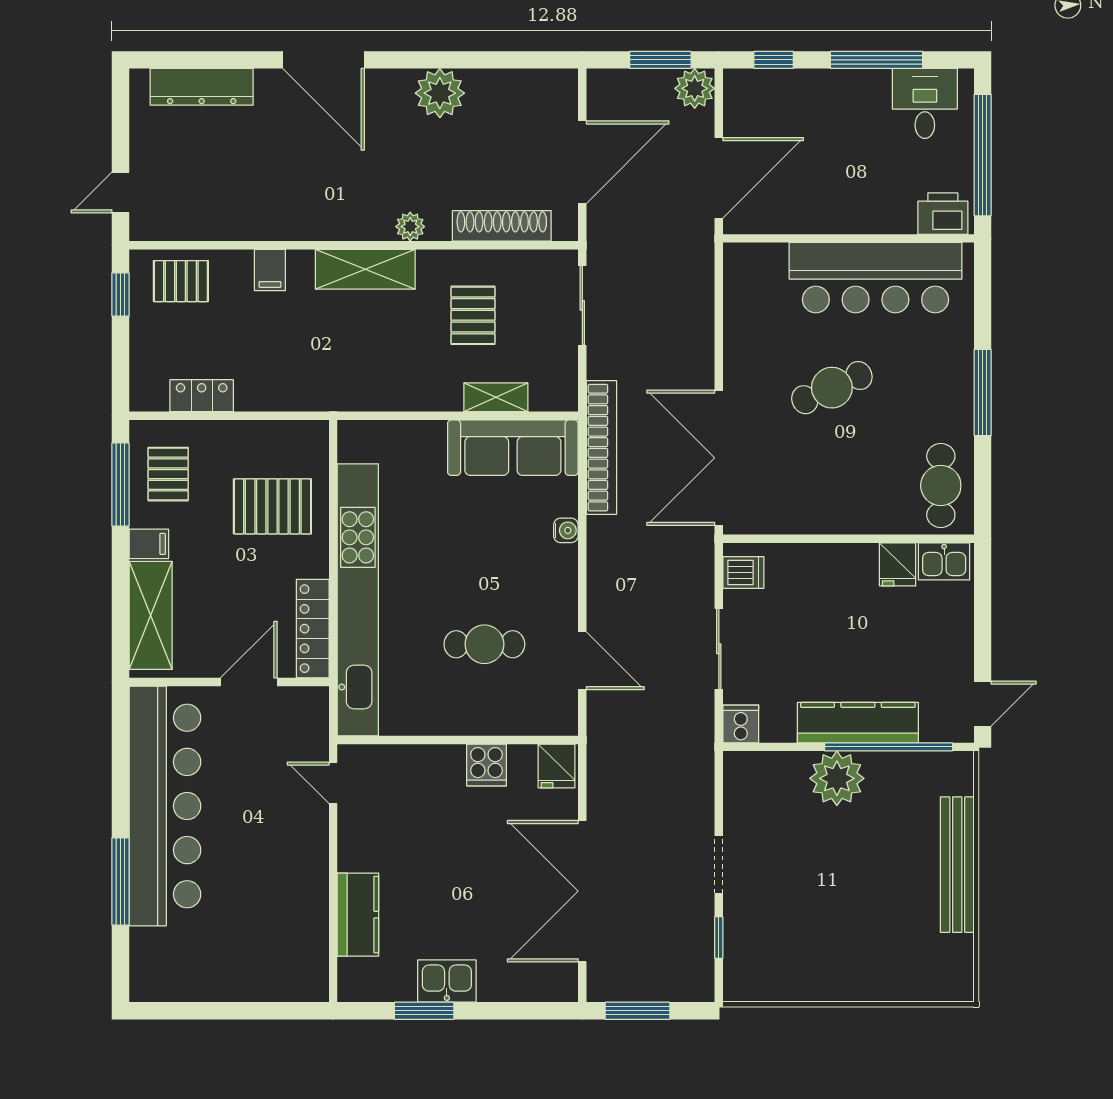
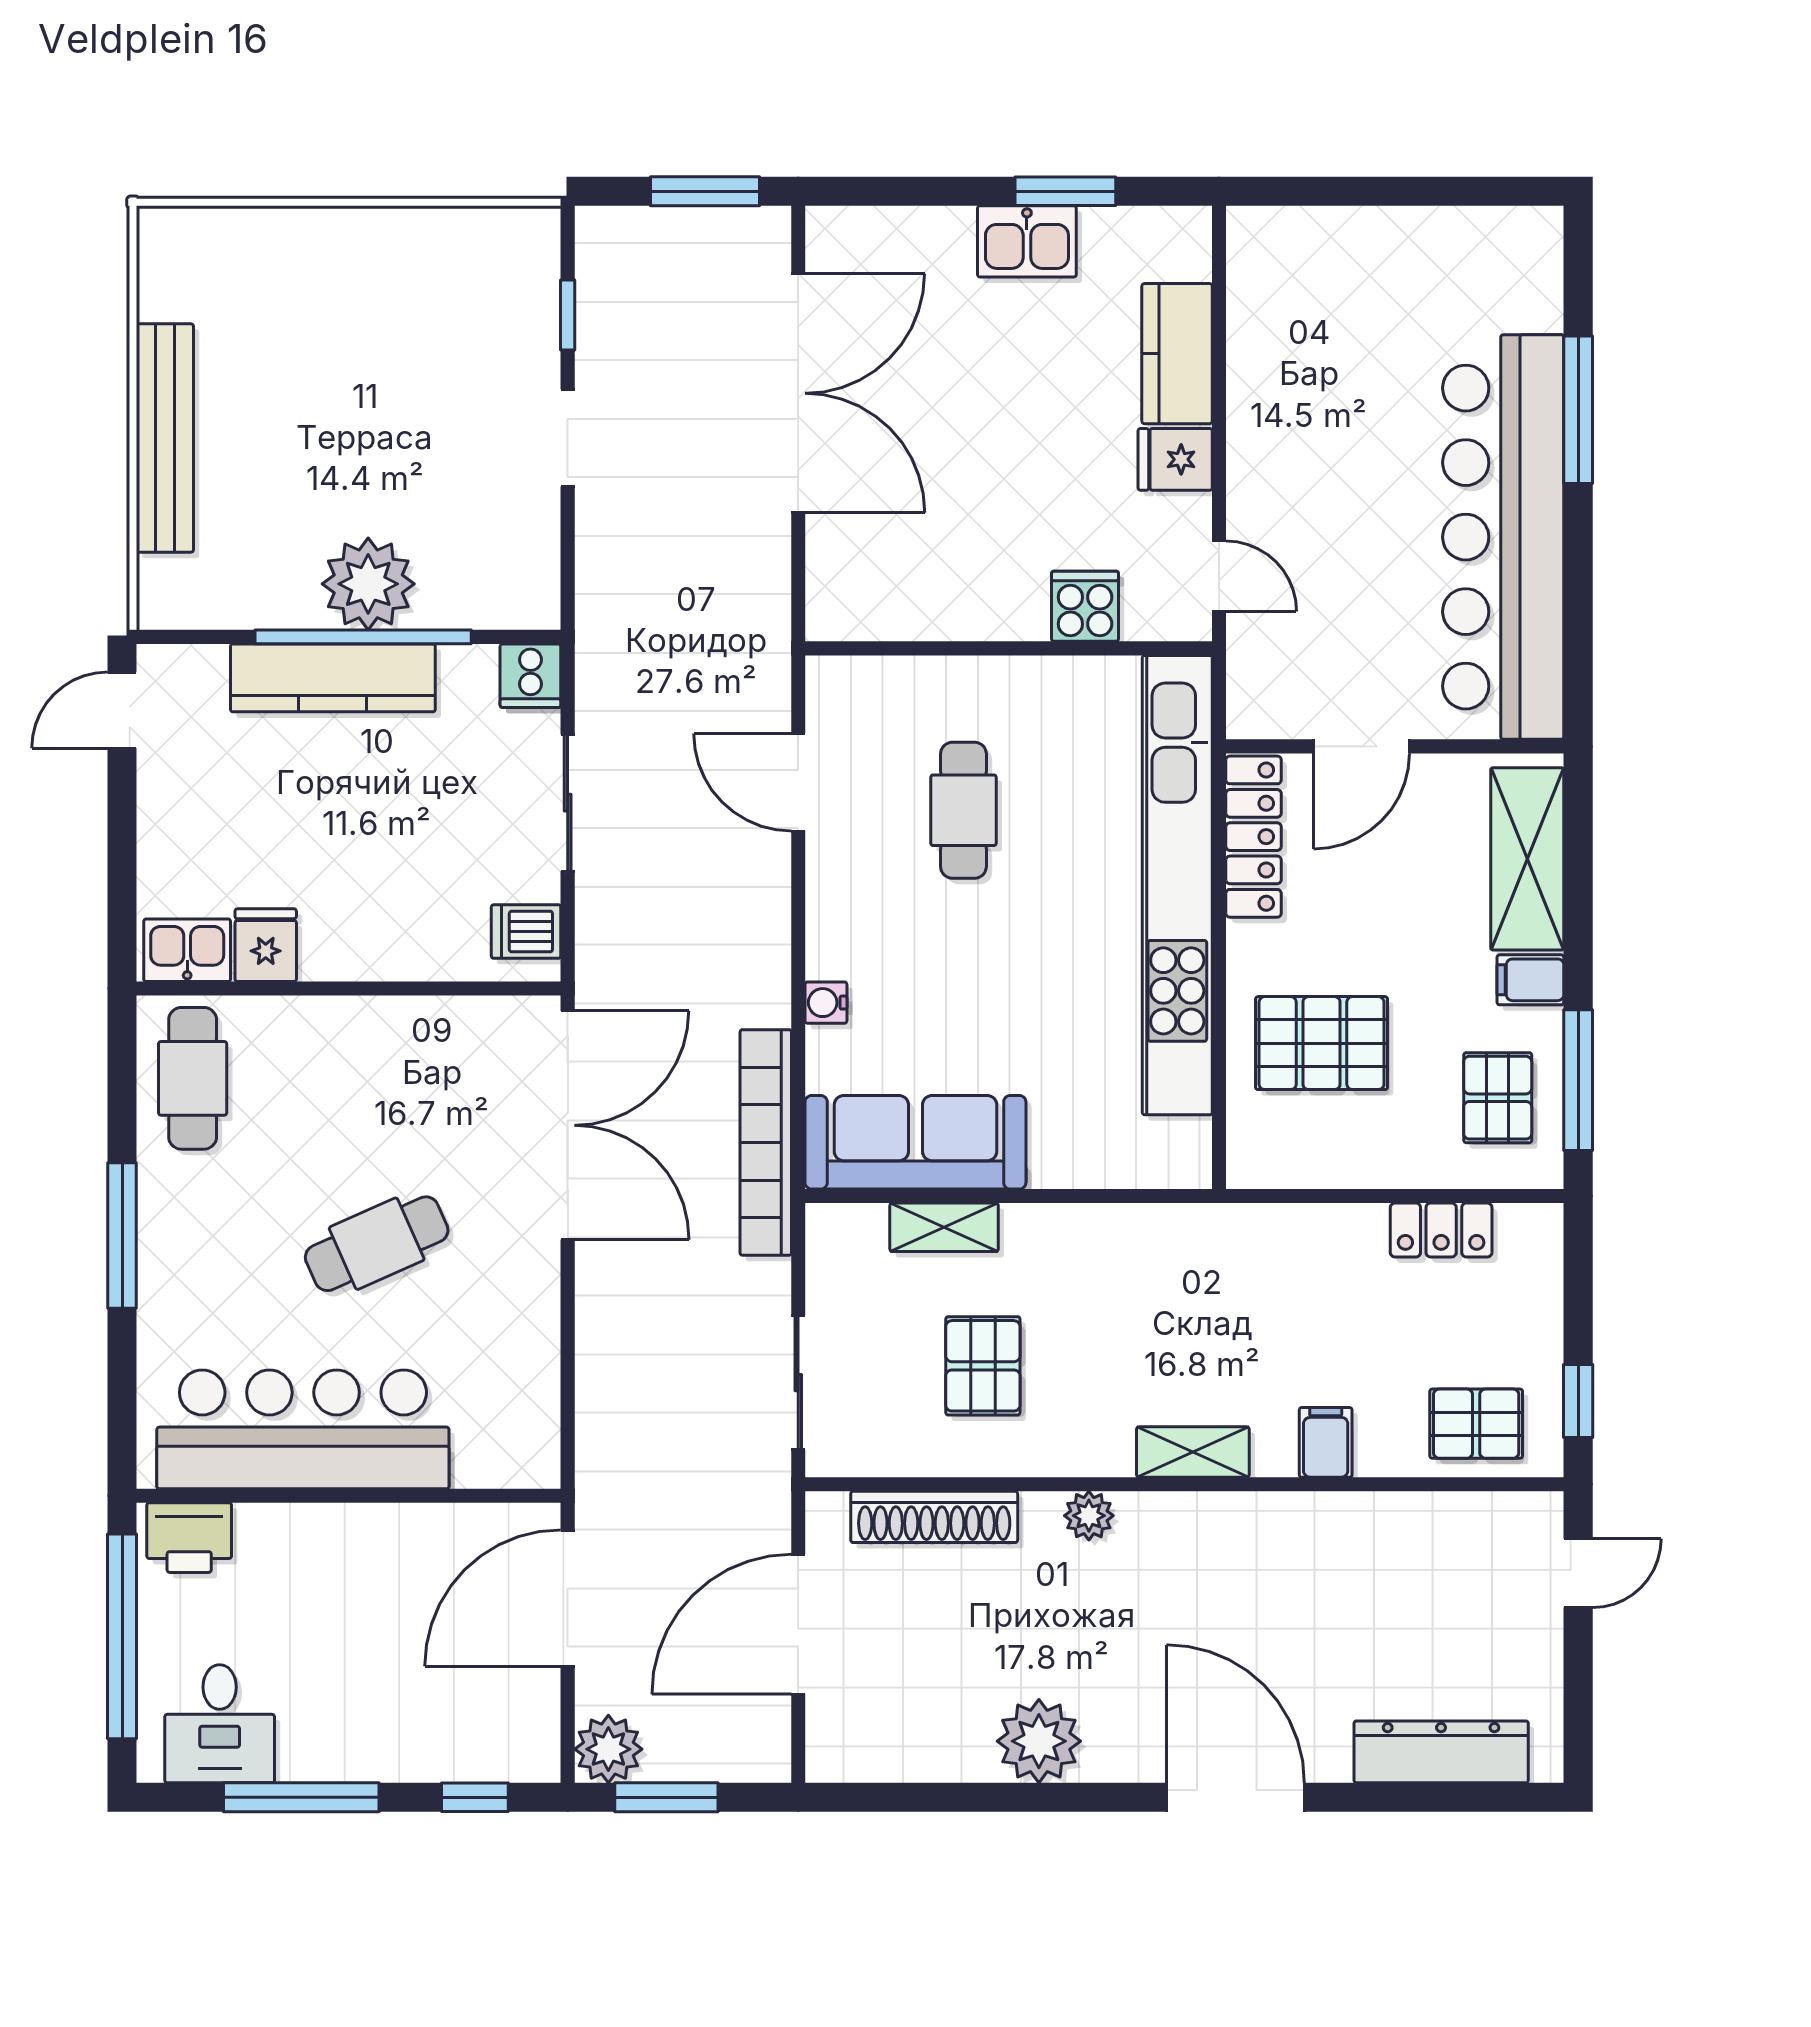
shelving: (365, 269) -> (1193, 1452), width x0.67, depth x0.75
cafe table: (484, 644) -> (963, 810), turned 90
window: (889, 747) -> (363, 637), moved
cooker: (486, 765) -> (1085, 606), moved
fridge: (556, 766) -> (1175, 459), moved, turned -90

